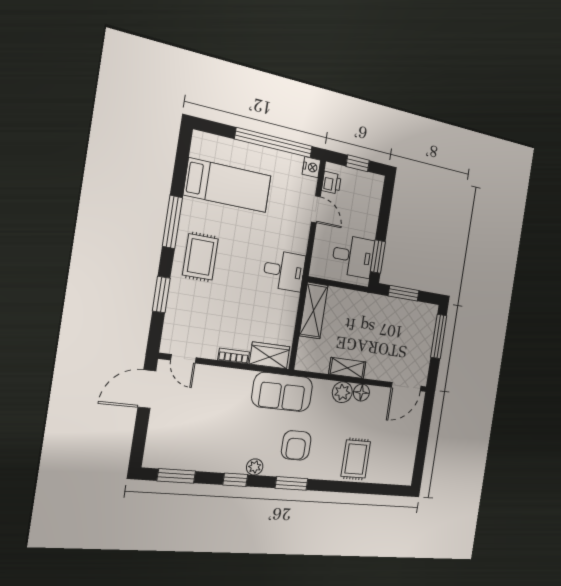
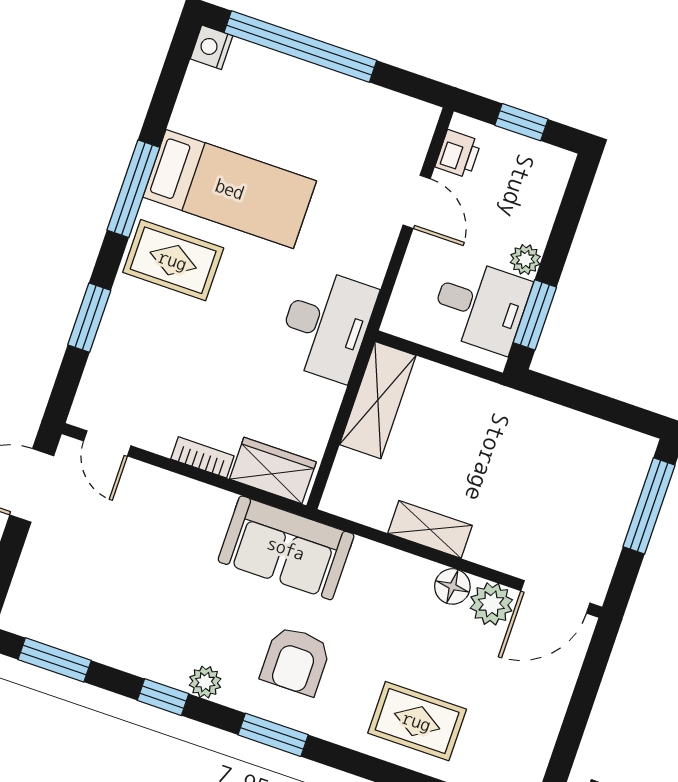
window: (274, 143) -> (300, 46), moved
nightstand: (311, 167) -> (212, 47), moved, turned 180
bed: (228, 185) -> (230, 189), moved
plant: (370, 231) -> (525, 260), added
rug: (200, 257) -> (173, 260), turned 90
desk: (284, 271) -> (326, 325), width x1.37
window: (404, 293) -> (581, 400), removed
plant: (342, 392) -> (491, 604), moved
rug: (356, 459) -> (417, 721), turned 90

